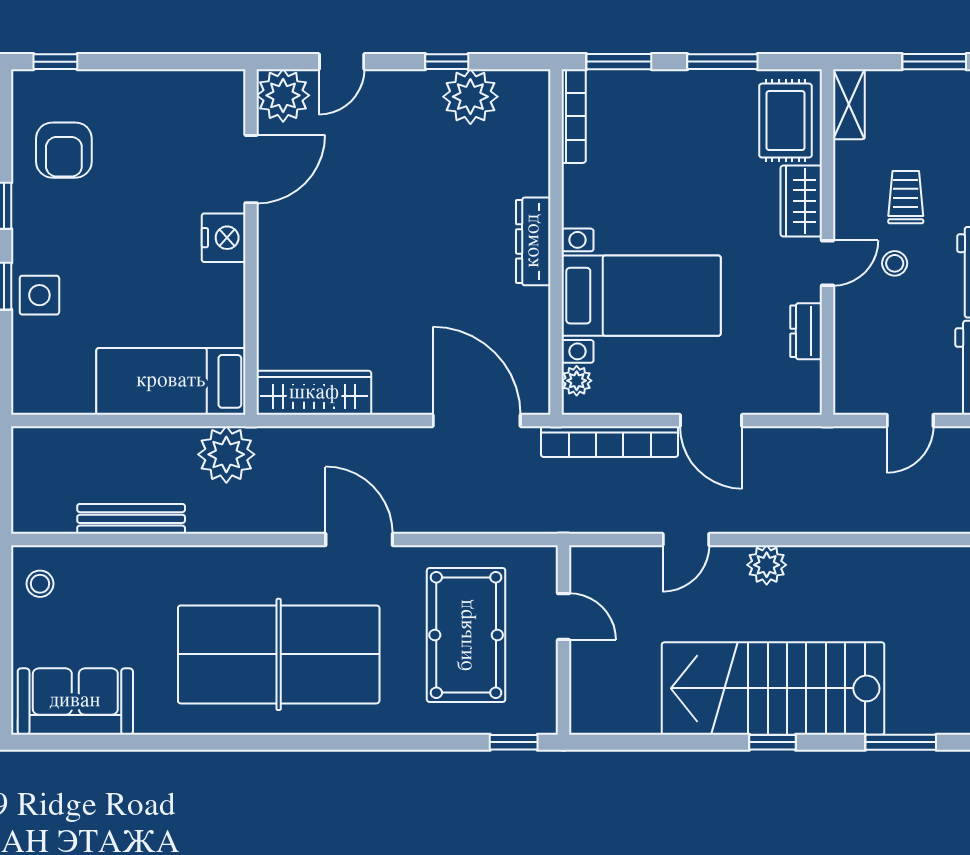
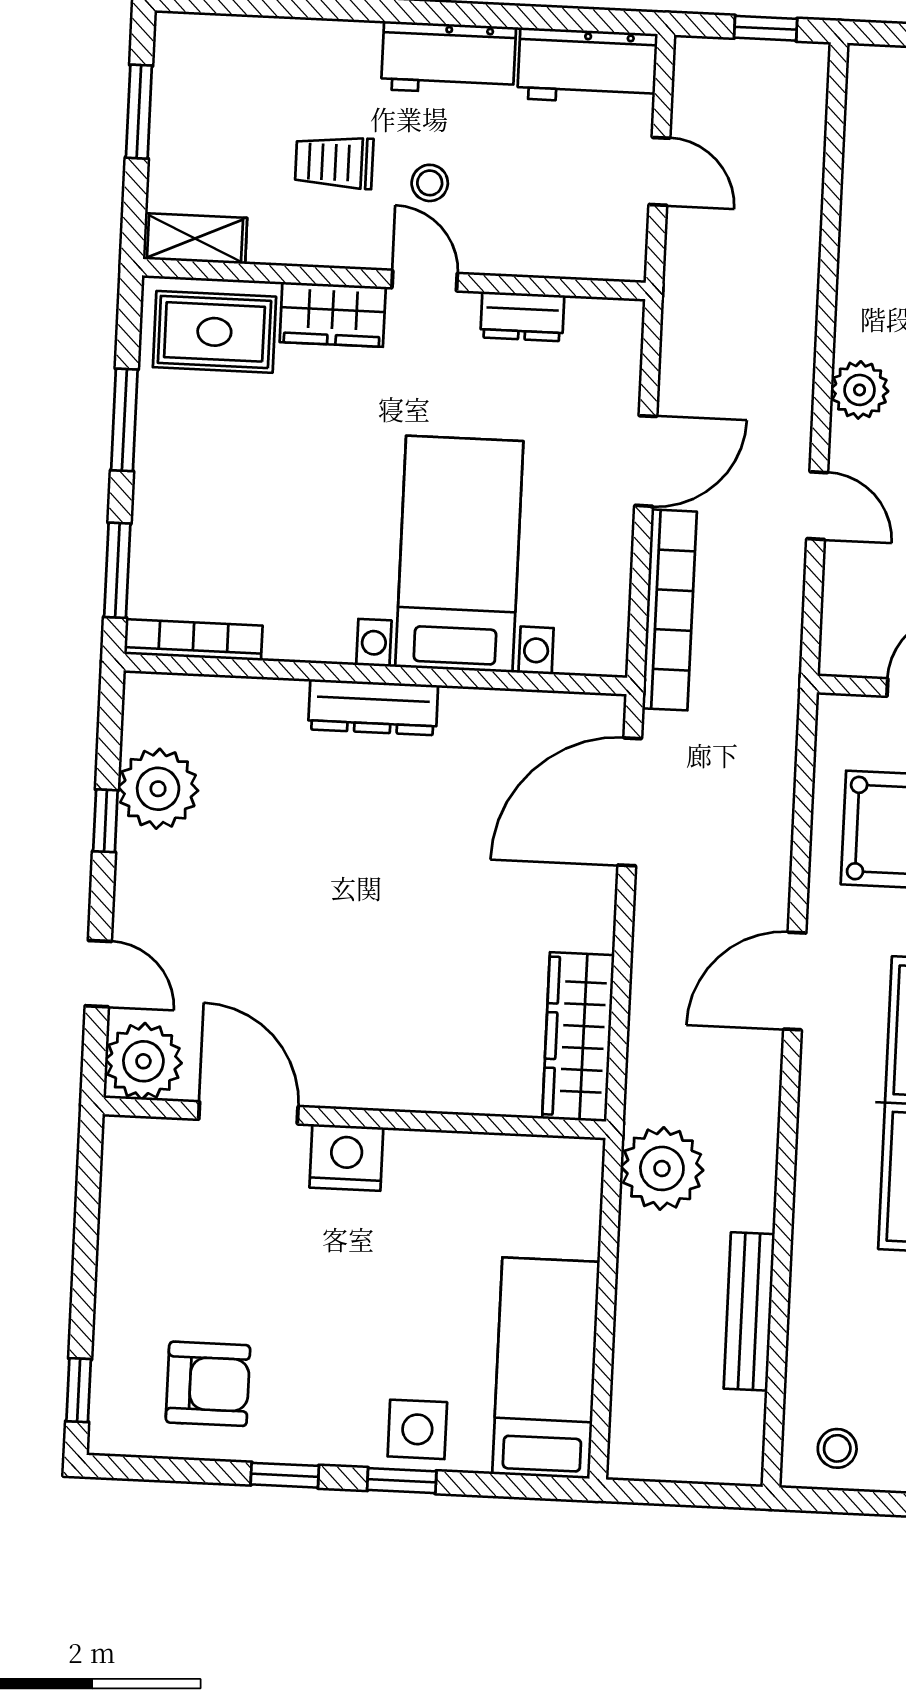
bed: (171, 381) -> (546, 1368), moved, turned 180
plant: (577, 381) -> (579, 654), removed

